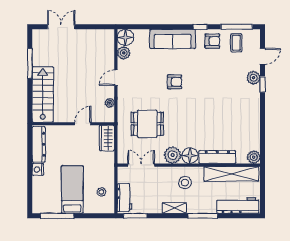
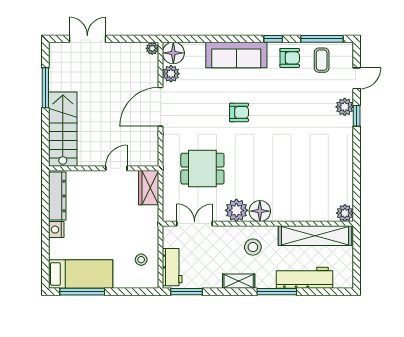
door: (116, 78) -> (161, 107), width x1.87
plant: (110, 103) -> (152, 48), moved
dresser: (217, 157) -> (296, 213), removed
bed: (72, 189) -> (81, 274), moved, turned 90
workbench: (238, 205) -> (305, 278), moved

